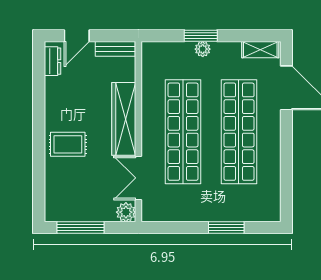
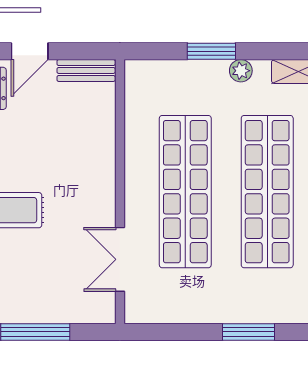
plant: (203, 49) -> (241, 71), moved
wardrobe: (124, 119) -> (98, 173), removed
plant: (126, 212) -> (102, 310), removed

